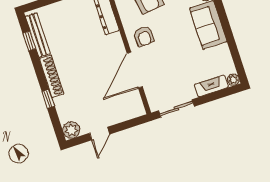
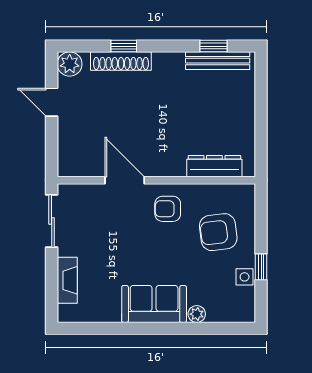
door: (135, 70) -> (125, 180), width x0.73
shoe rack: (52, 76) -> (121, 61), moved
plant: (233, 80) -> (66, 314), removed

